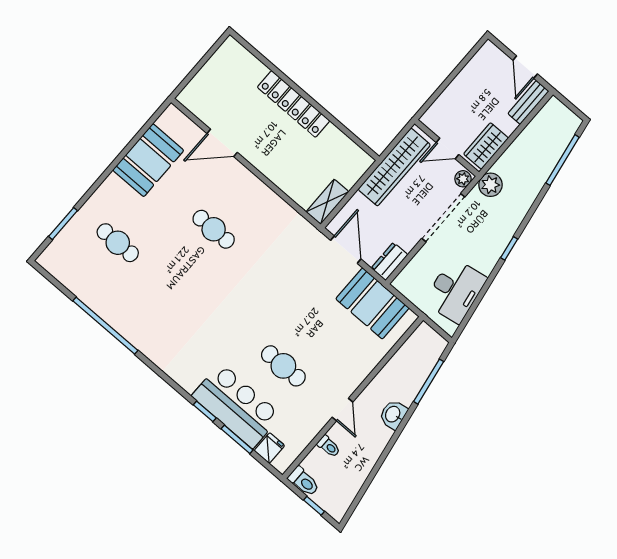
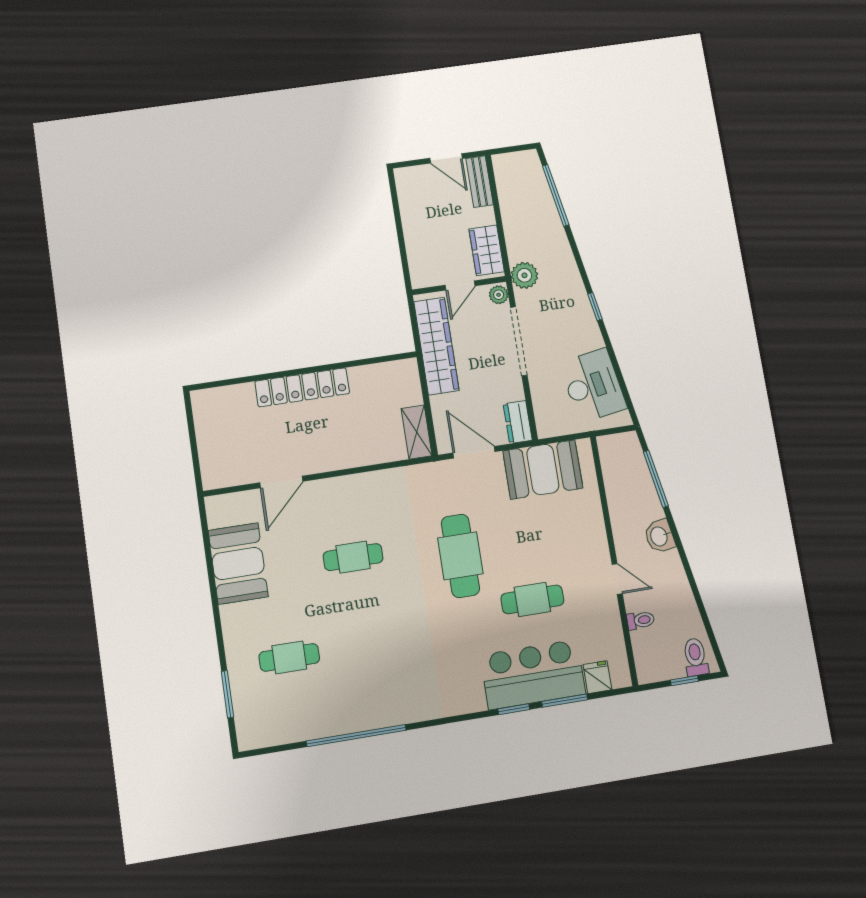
cafe table: (272, 297) -> (460, 556), added
toilet: (304, 481) -> (695, 657), moved, turned -90

